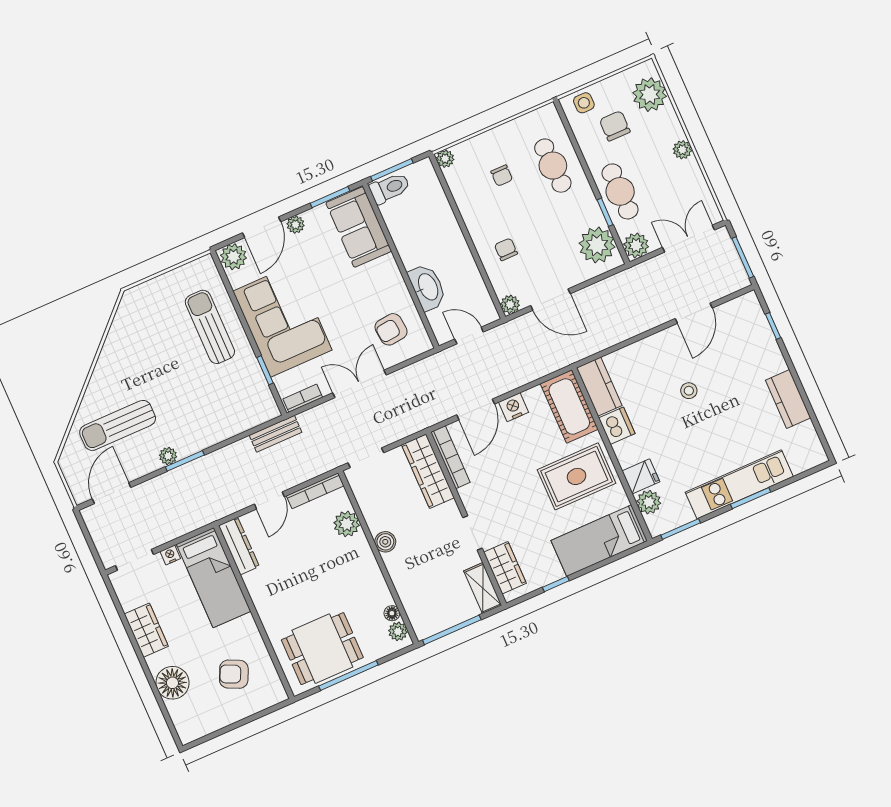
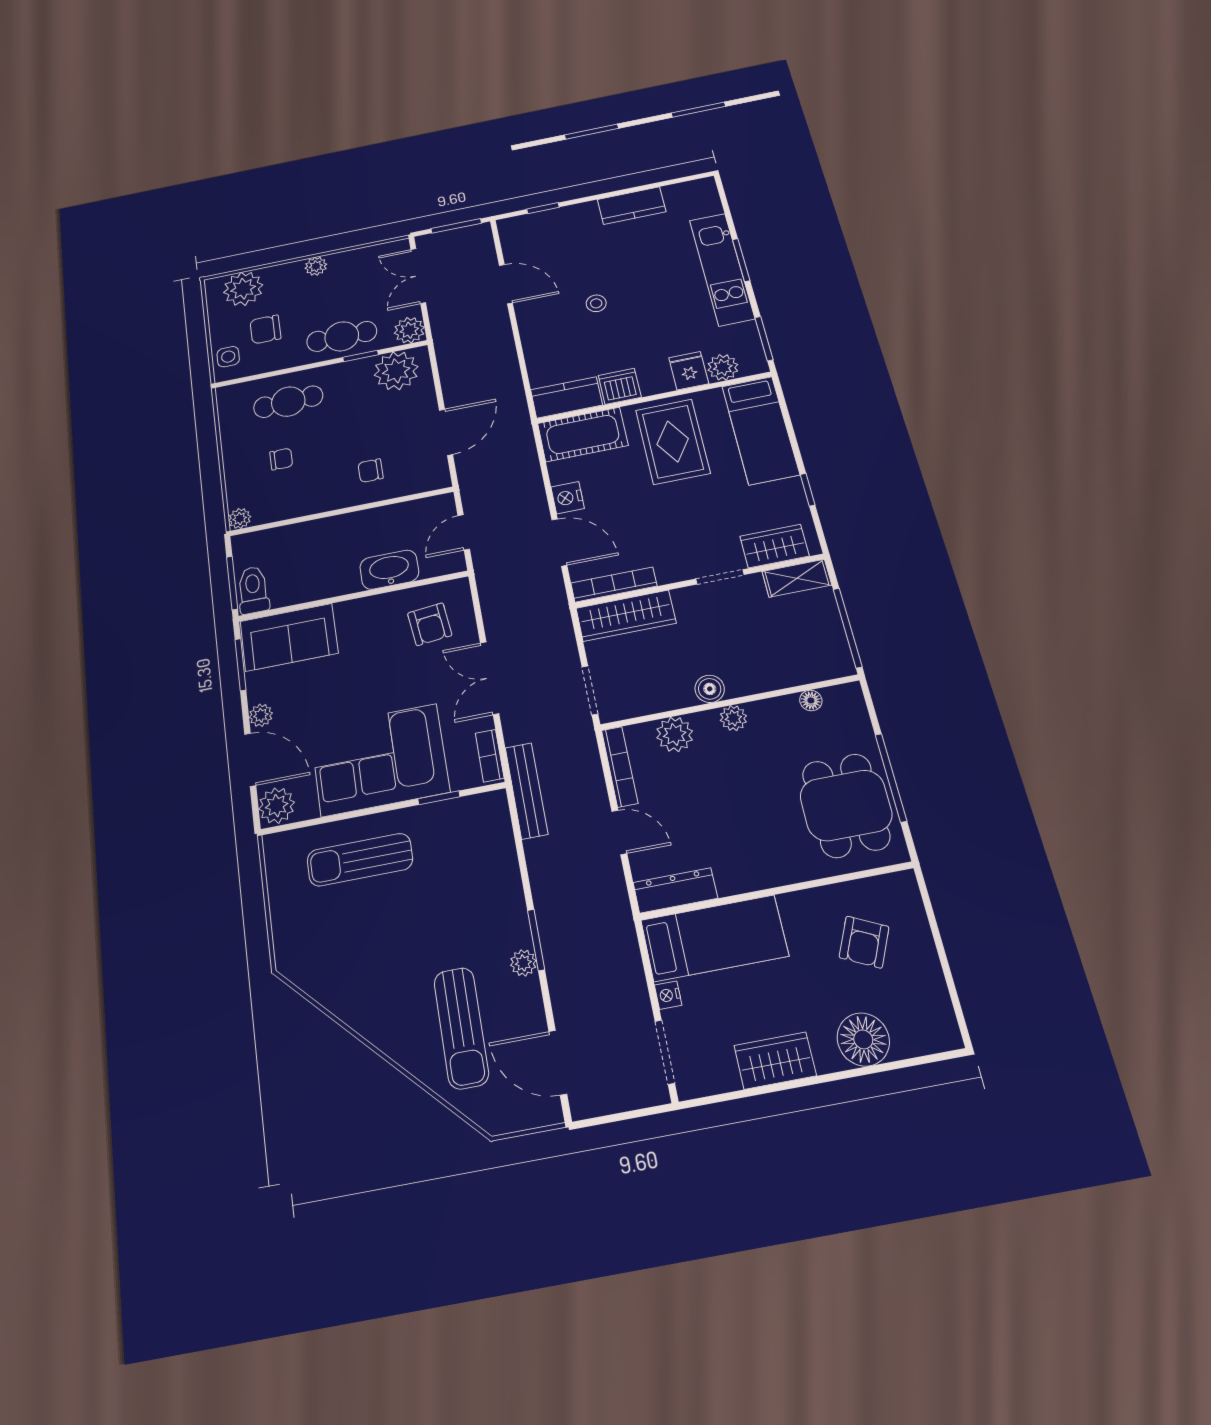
plant: (510, 304) -> (439, 478), removed
bench: (276, 434) -> (526, 791), width x1.36
plant: (398, 631) -> (733, 718), moved

